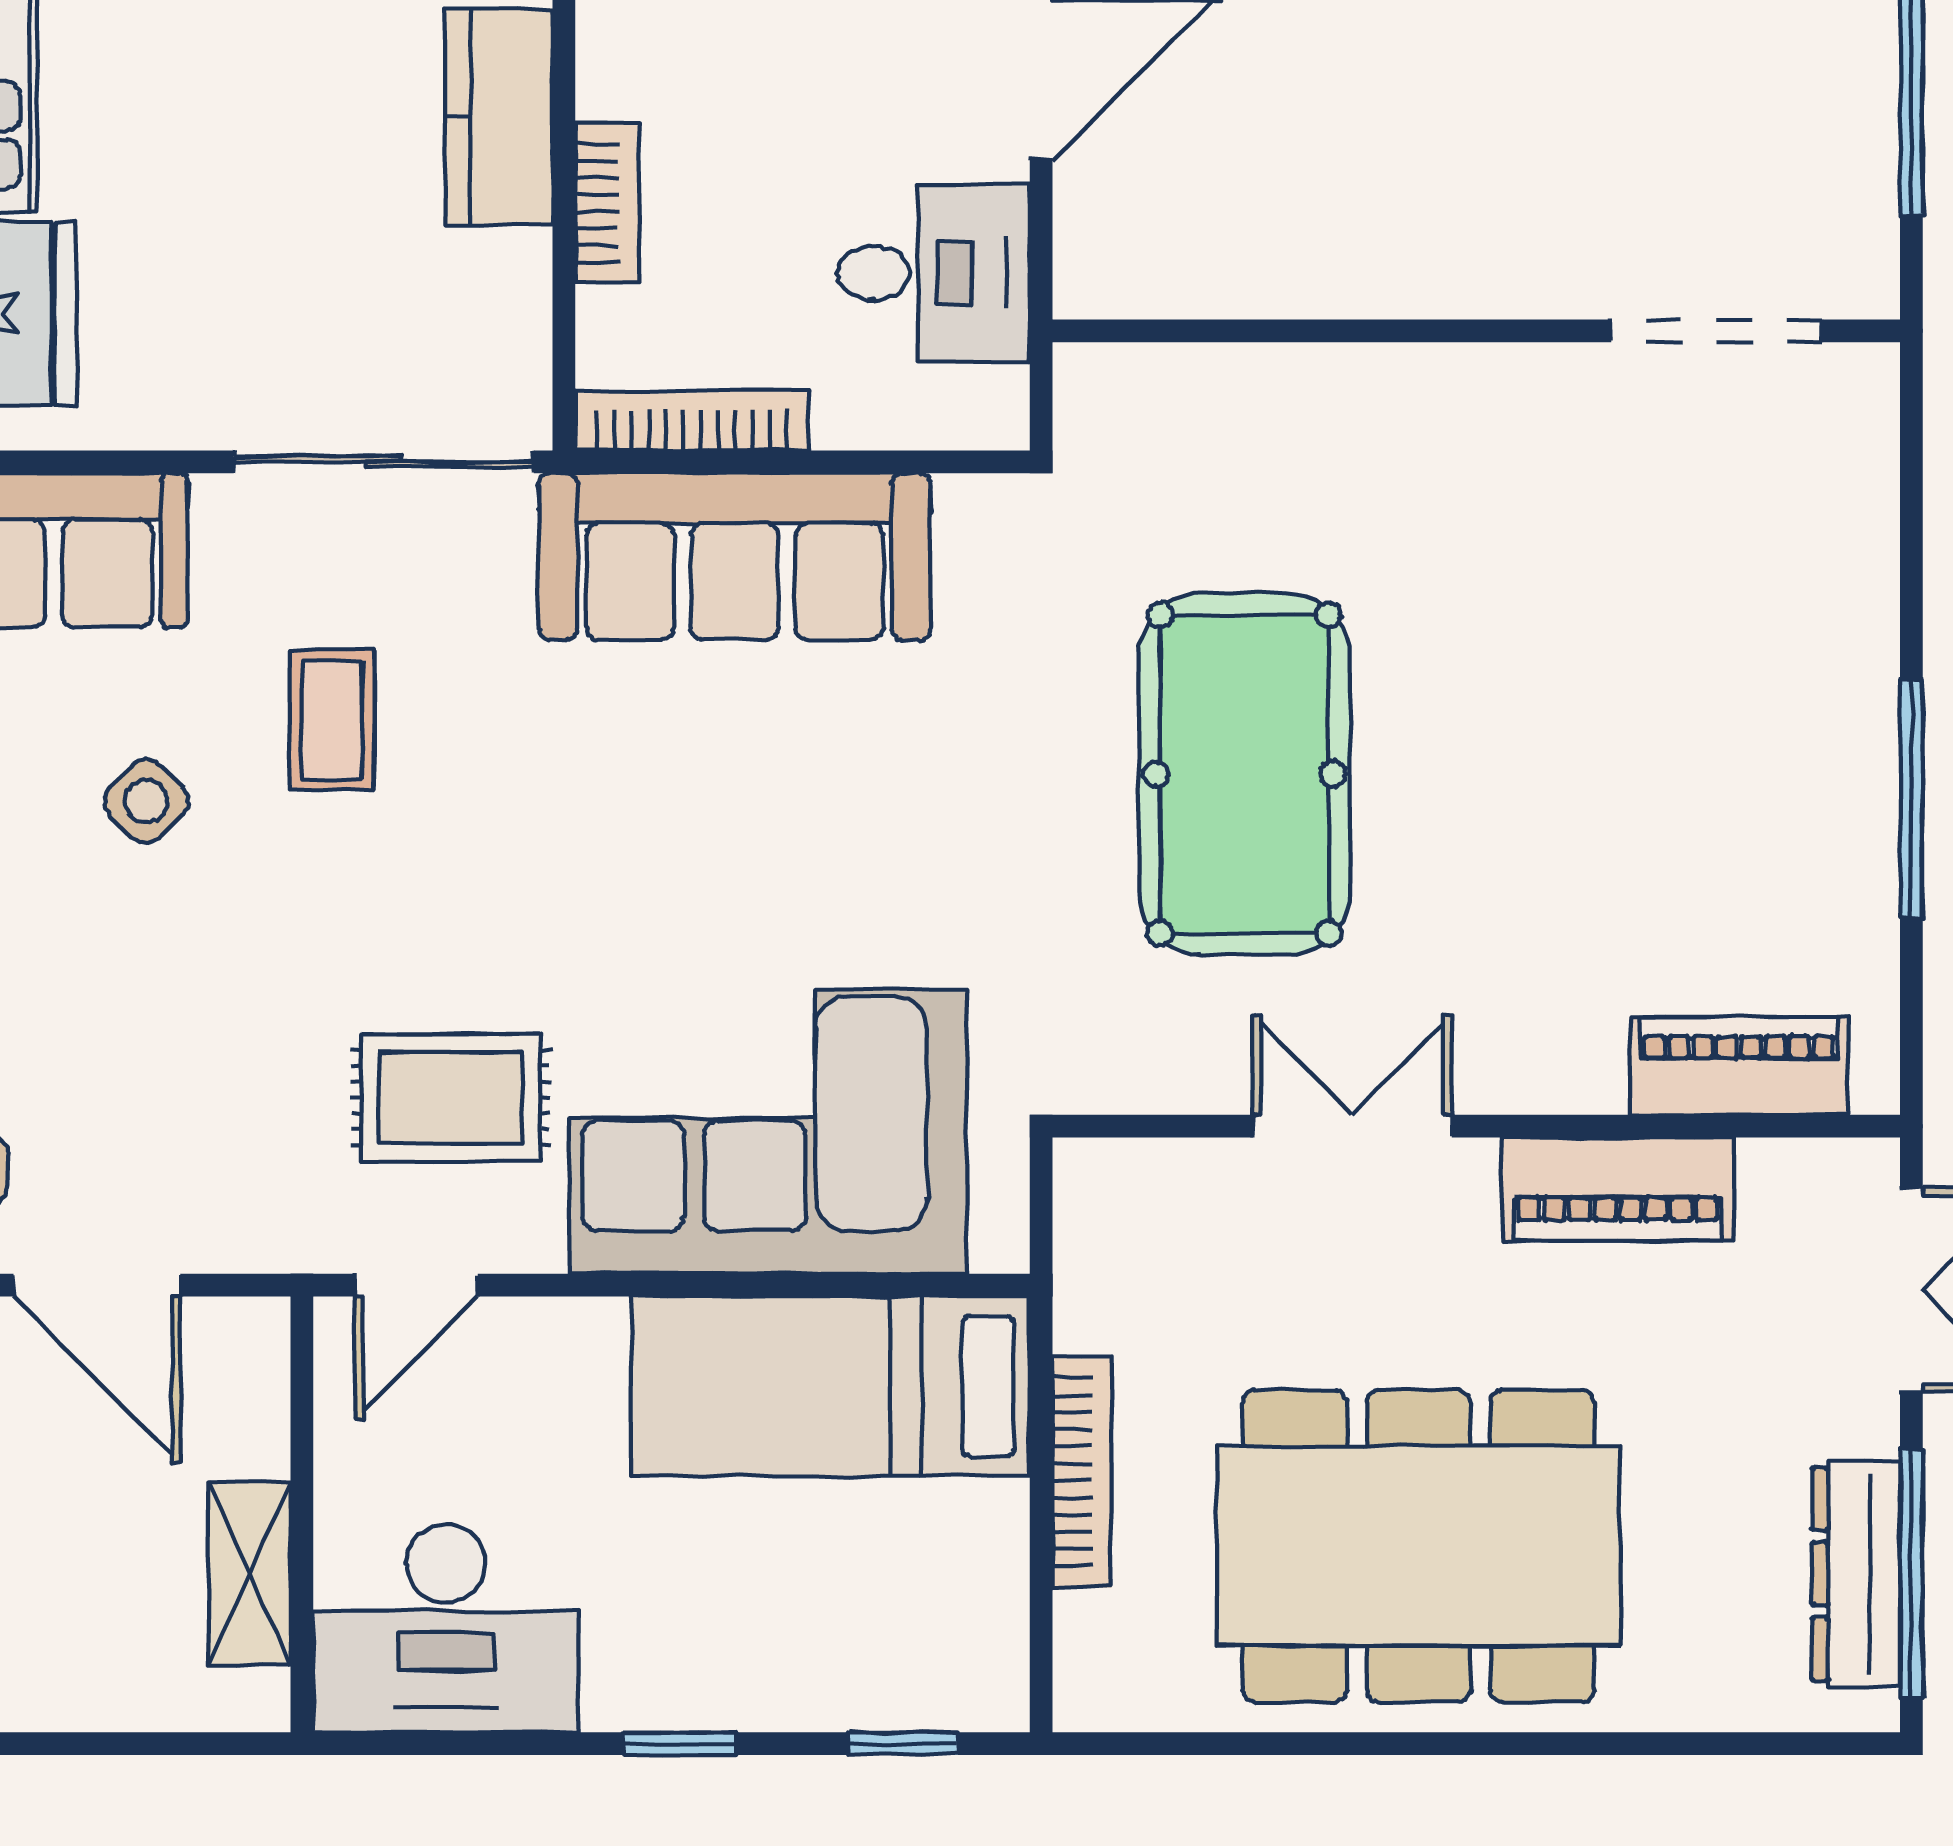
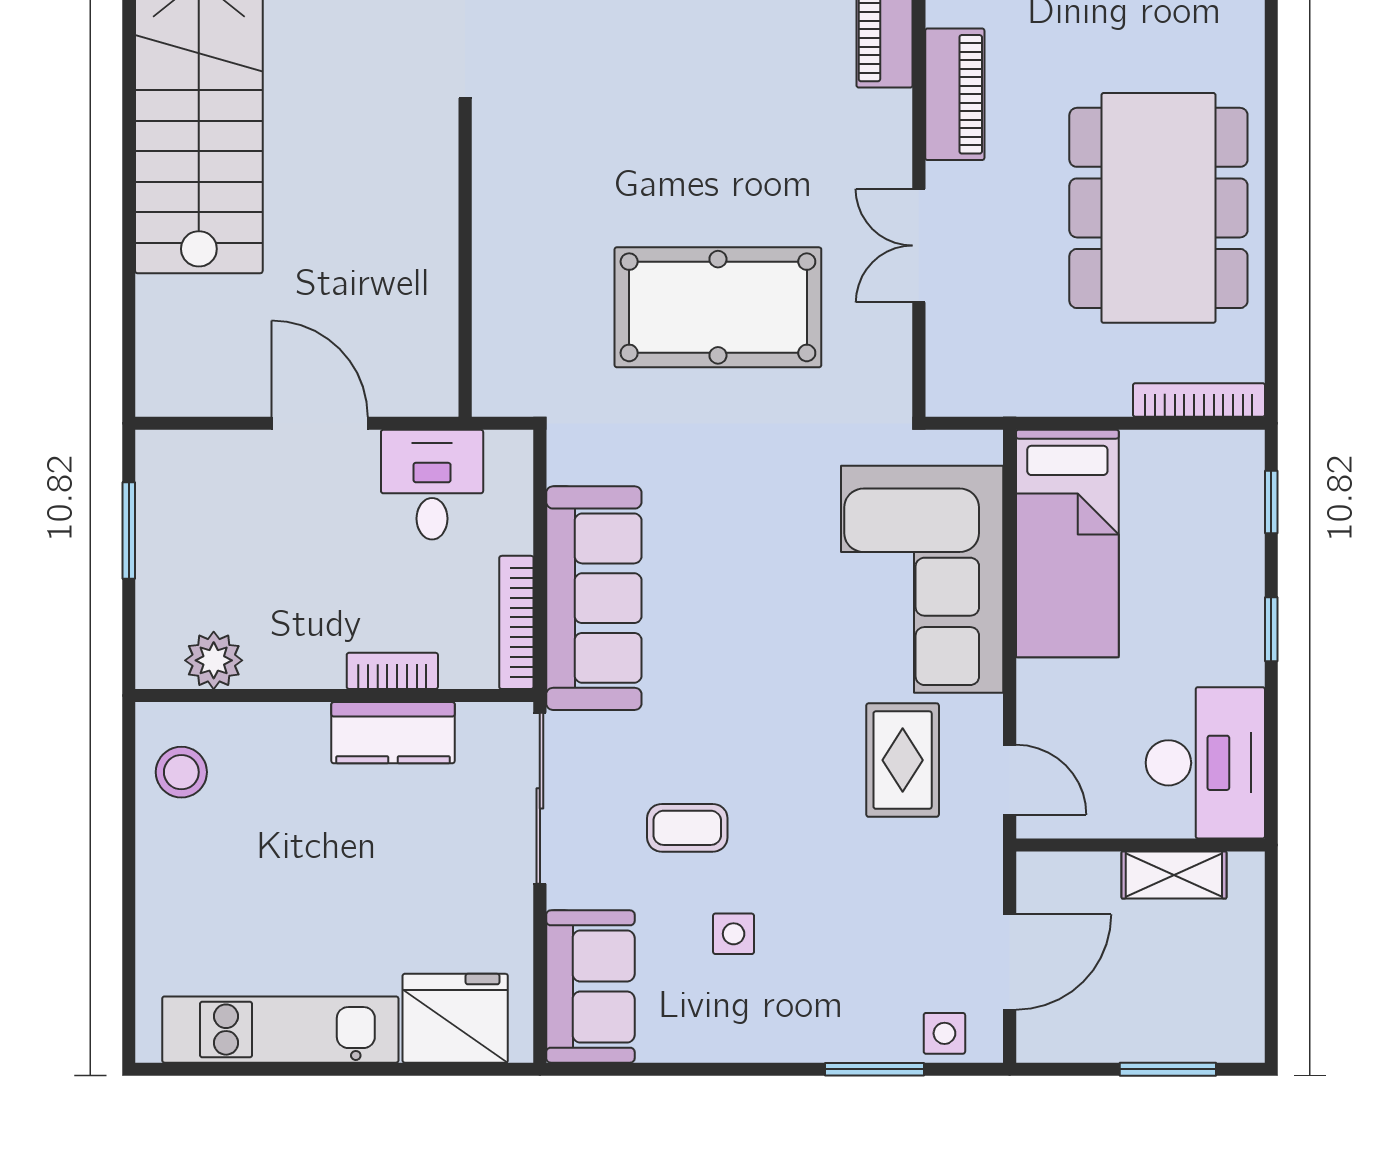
kitchen counter: (499, 117) -> (393, 733), moved
side table: (146, 801) -> (734, 934), turned 45
bookcase: (1082, 1472) -> (1199, 400), moved

